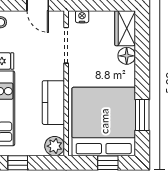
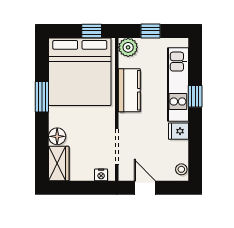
window: (142, 115) -> (42, 97), moved
window: (18, 163) -> (151, 31), moved
window: (108, 163) -> (92, 31), moved

